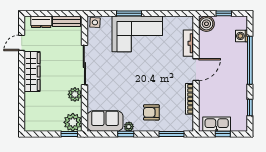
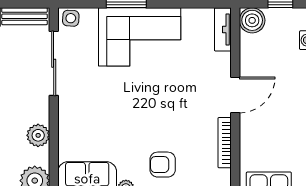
tv unit: (188, 43) -> (223, 30), moved
sliding door: (84, 65) -> (54, 63), moved

